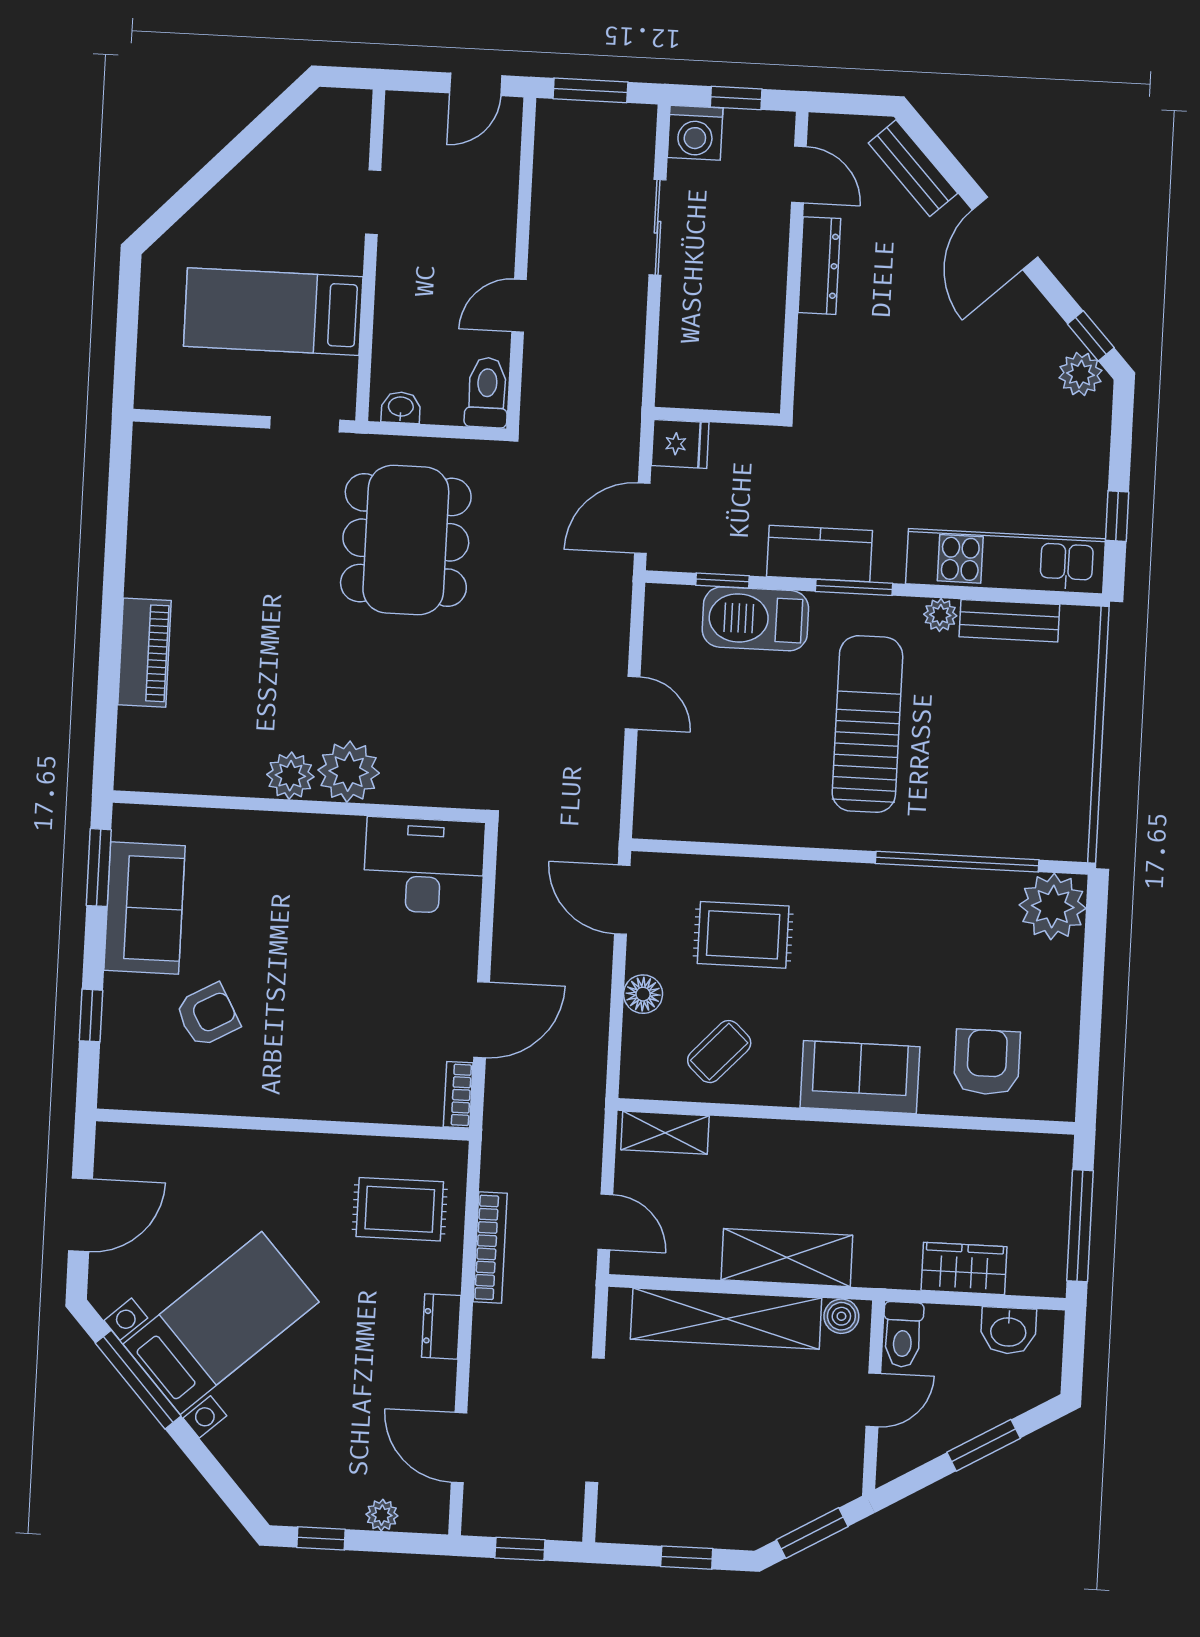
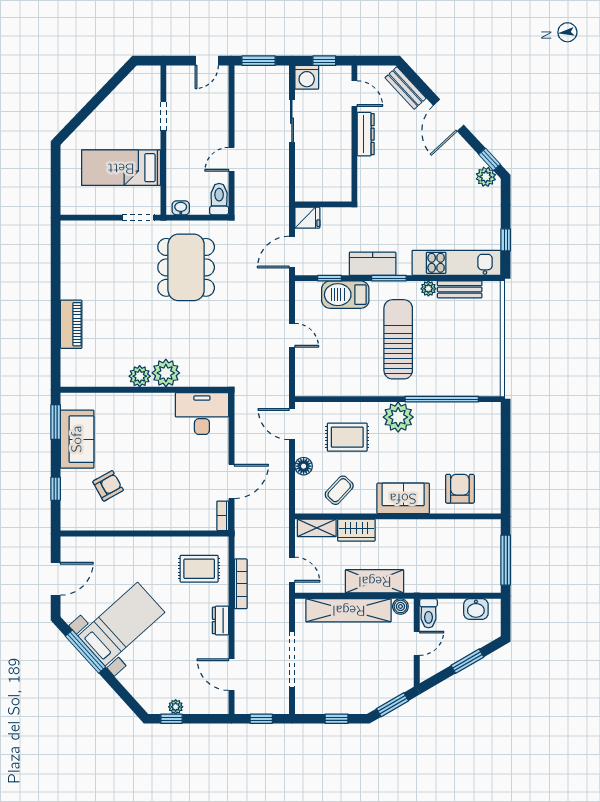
plant: (1053, 907) -> (398, 417), moved
wardrobe: (964, 1269) -> (356, 530), moved, turned 180
plant: (382, 1515) -> (176, 707), moved

